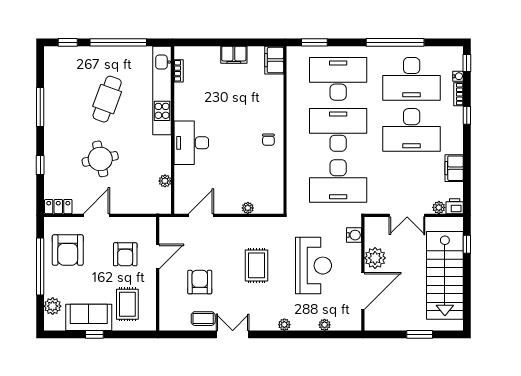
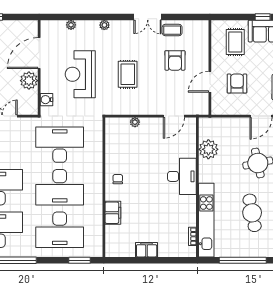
filing cabinet: (274, 60) -> (113, 213), moved
cafe table: (107, 99) -> (252, 213), turned -31
plant: (165, 181) -> (208, 149), width x1.87, depth x1.87

